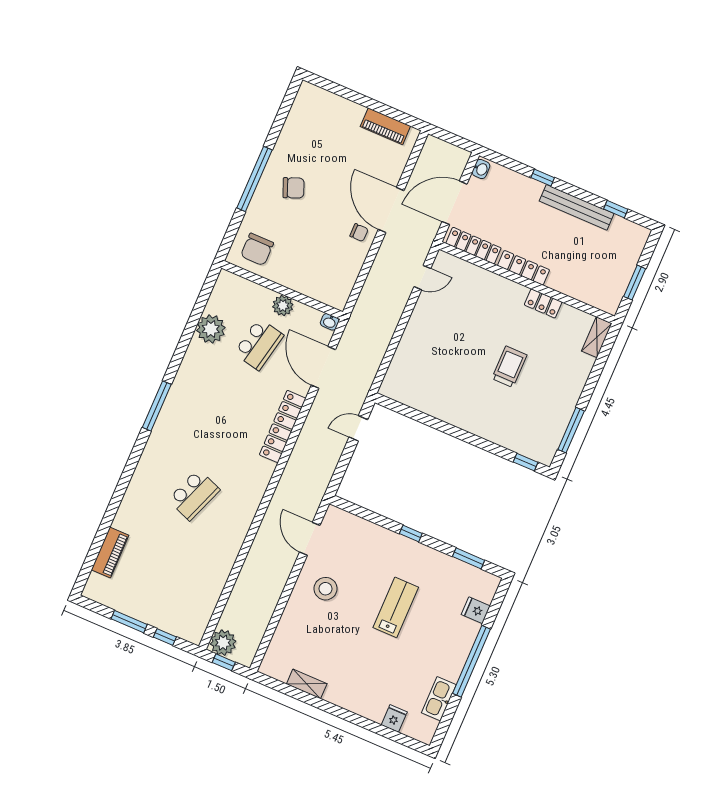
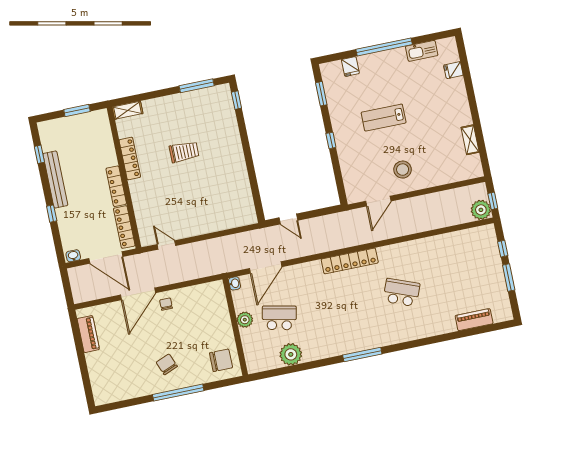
locker: (543, 303) -> (130, 158), width x1.53
trolley: (509, 367) -> (184, 152), turned 180
locker: (283, 427) -> (350, 261), moved

